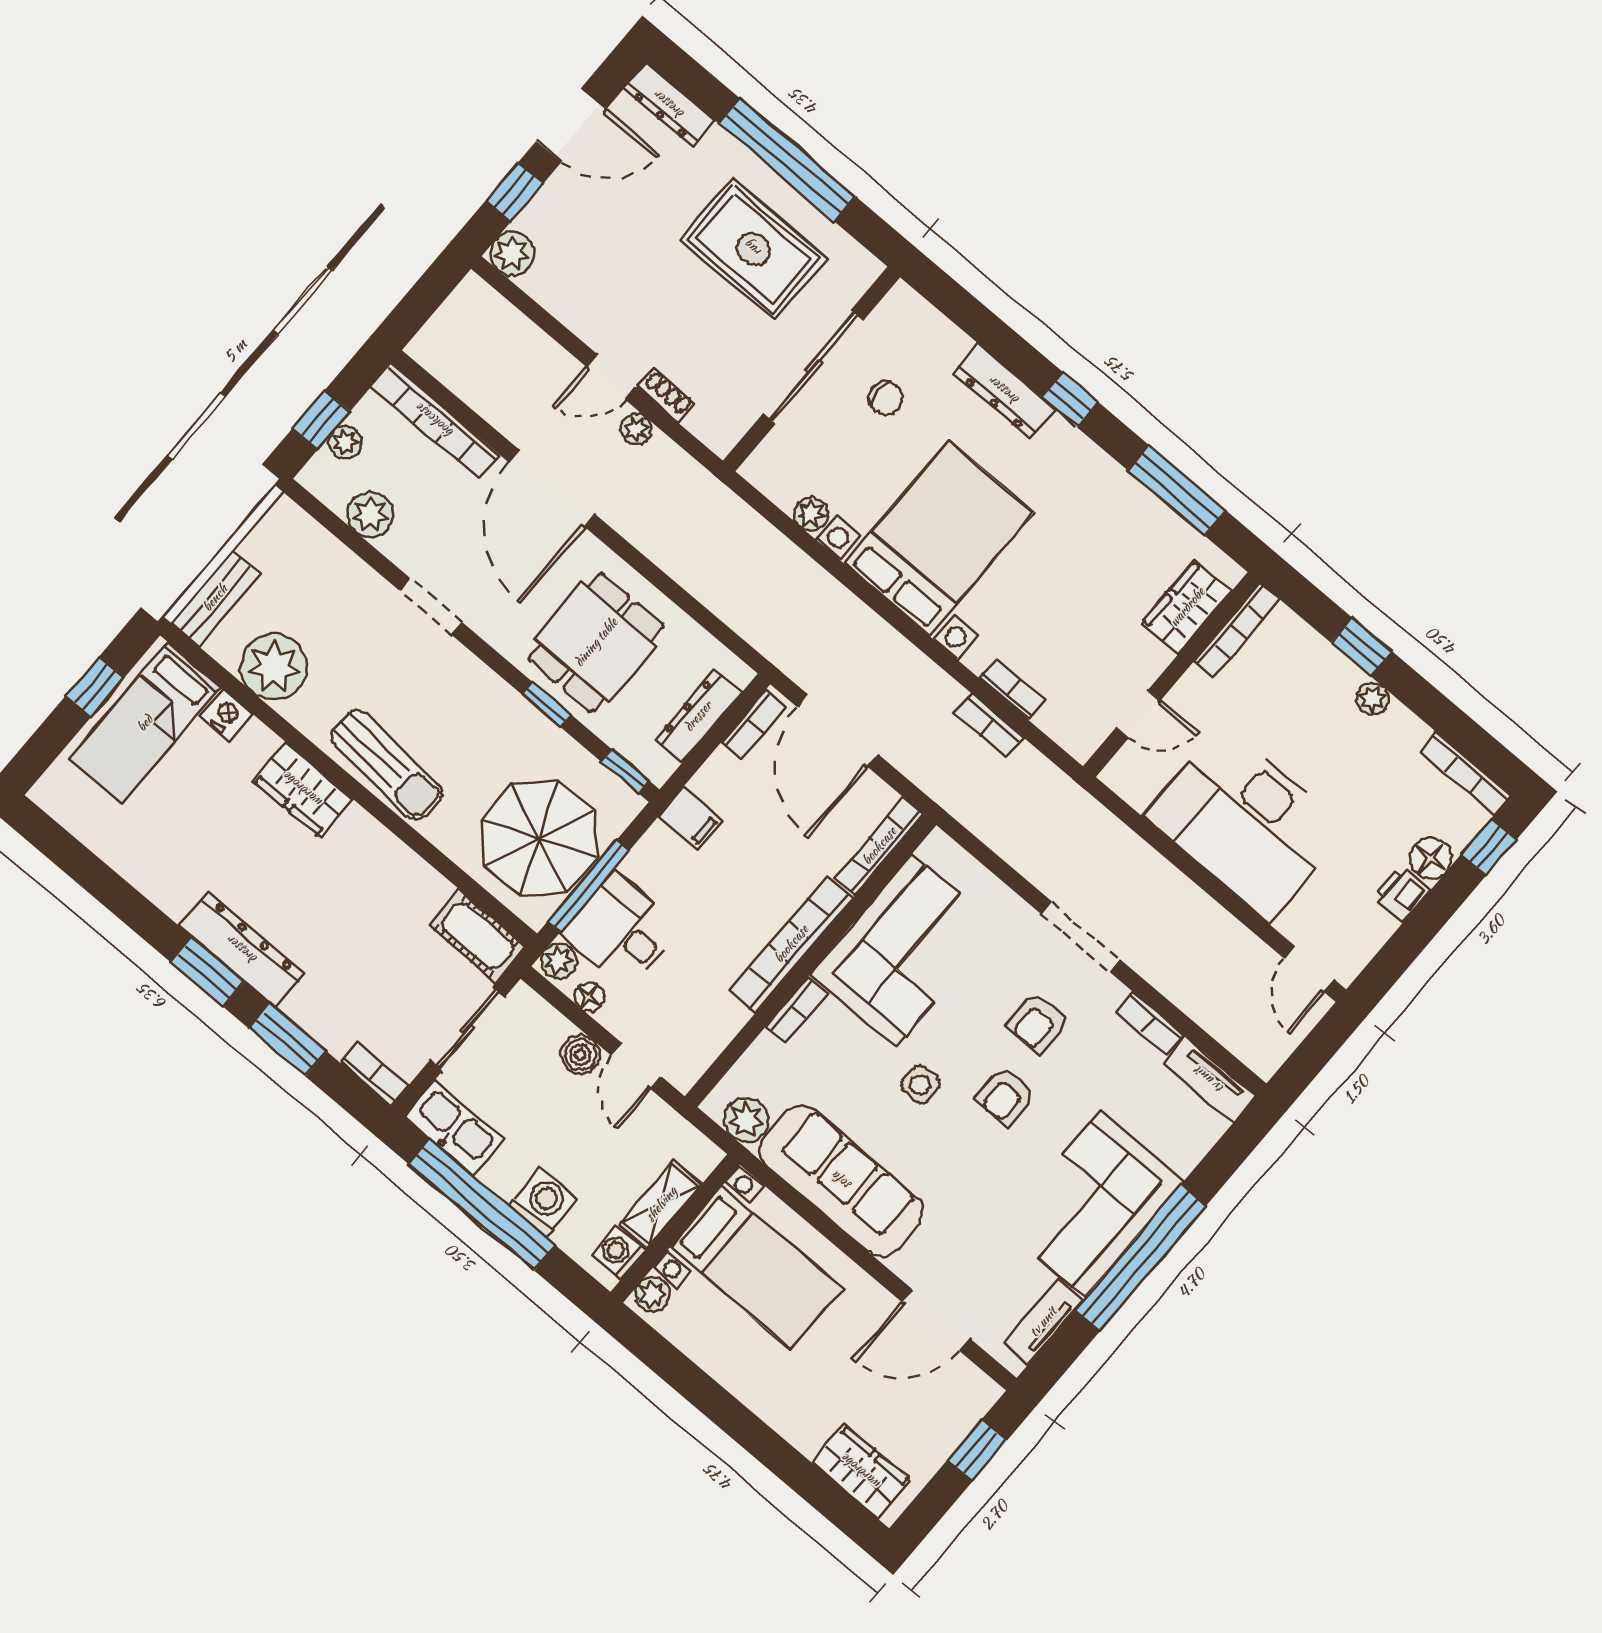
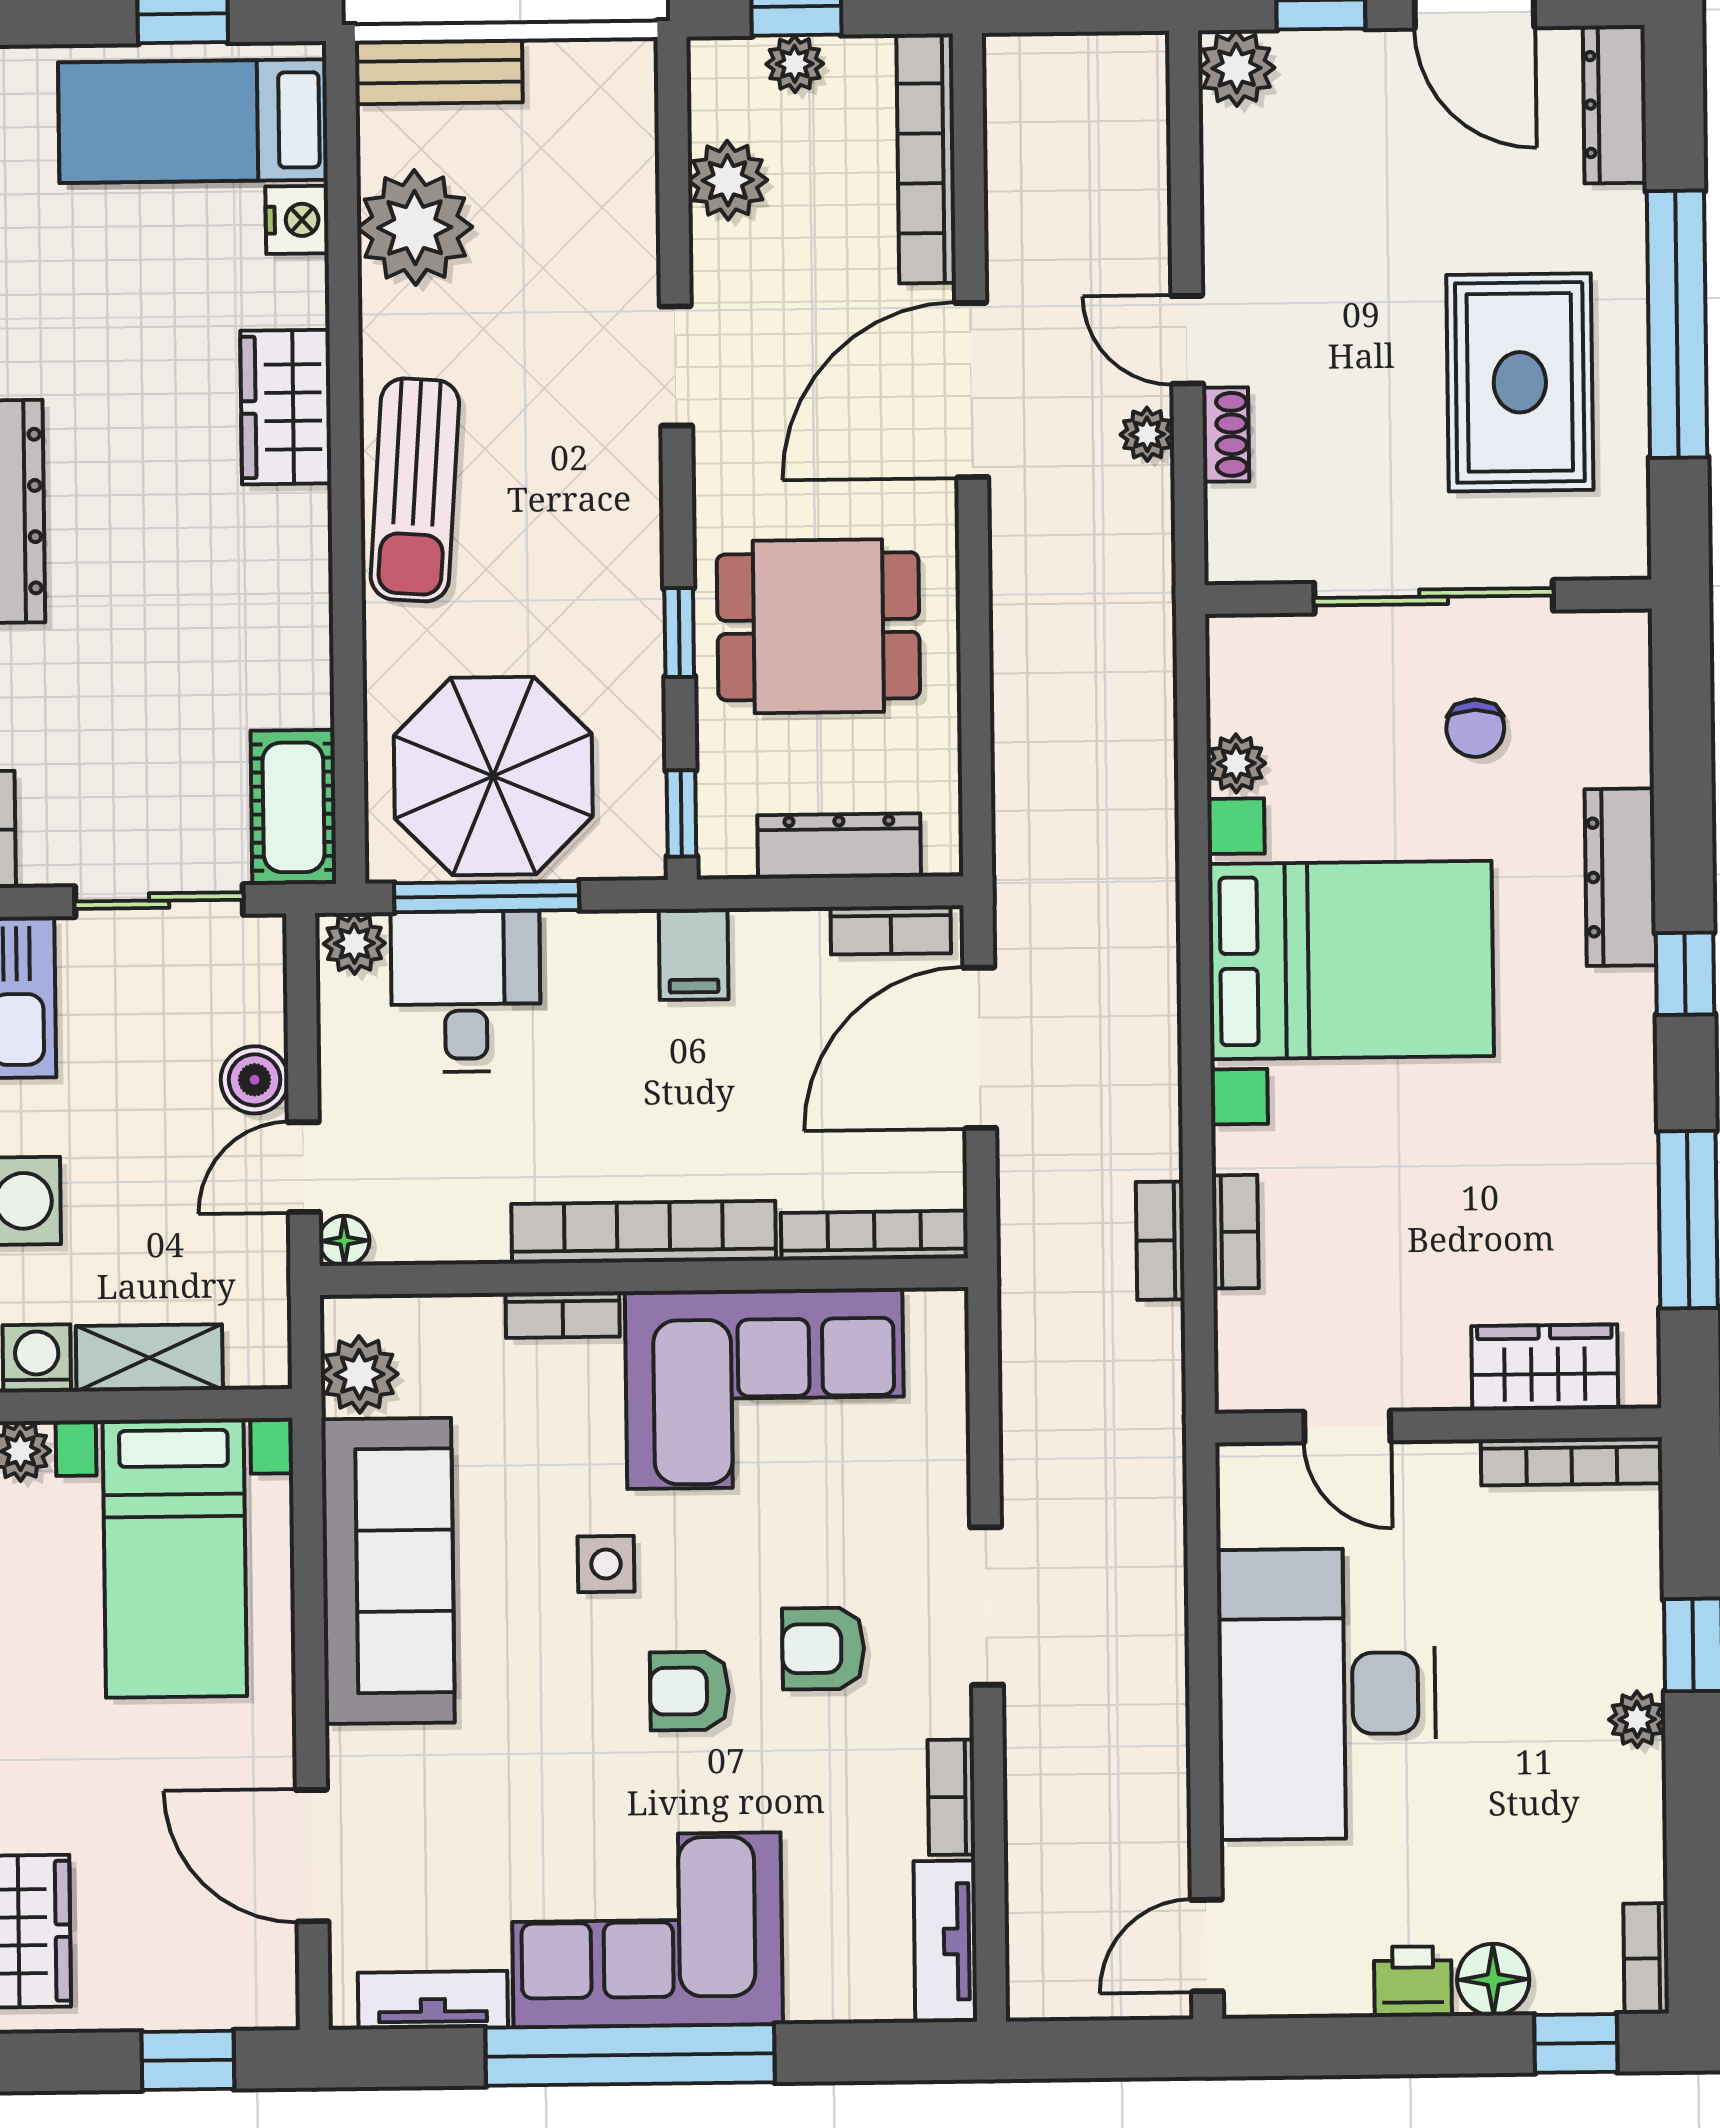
bookcase: (1465, 773) -> (1646, 1958), width x0.64
floor lamp: (589, 997) -> (344, 1241), moved

